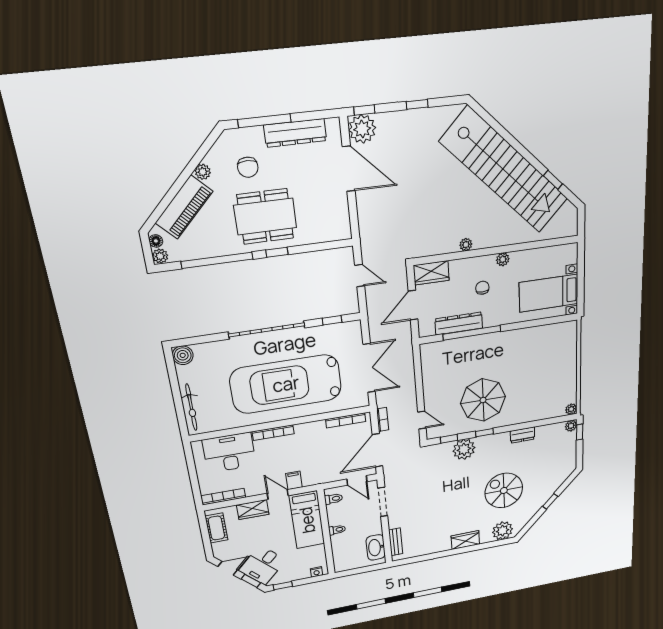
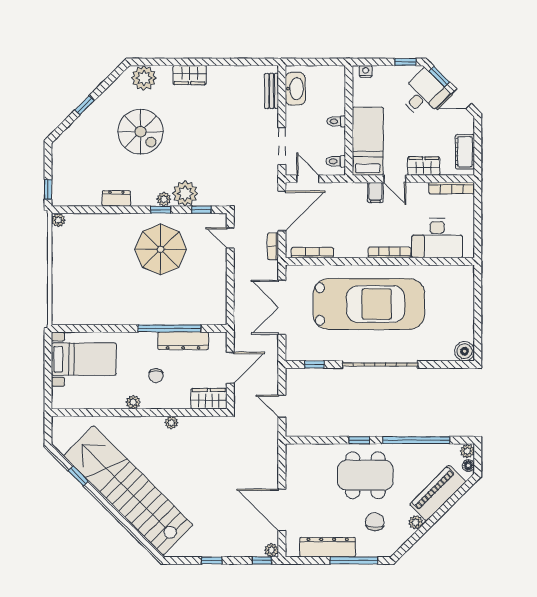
plant: (362, 129) -> (271, 550), width x0.53, depth x0.53
bicycle: (191, 407) -> (466, 295), removed
plant: (571, 426) -> (164, 199), moved

